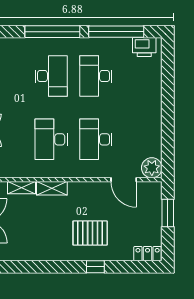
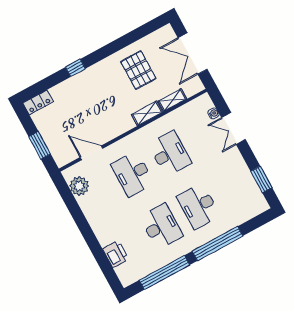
printer: (144, 47) -> (116, 254), moved, turned 90
desk: (96, 139) -> (133, 174), turned 180
plant: (152, 168) -> (79, 186), moved
pallet: (90, 233) -> (138, 70), moved, turned 90

